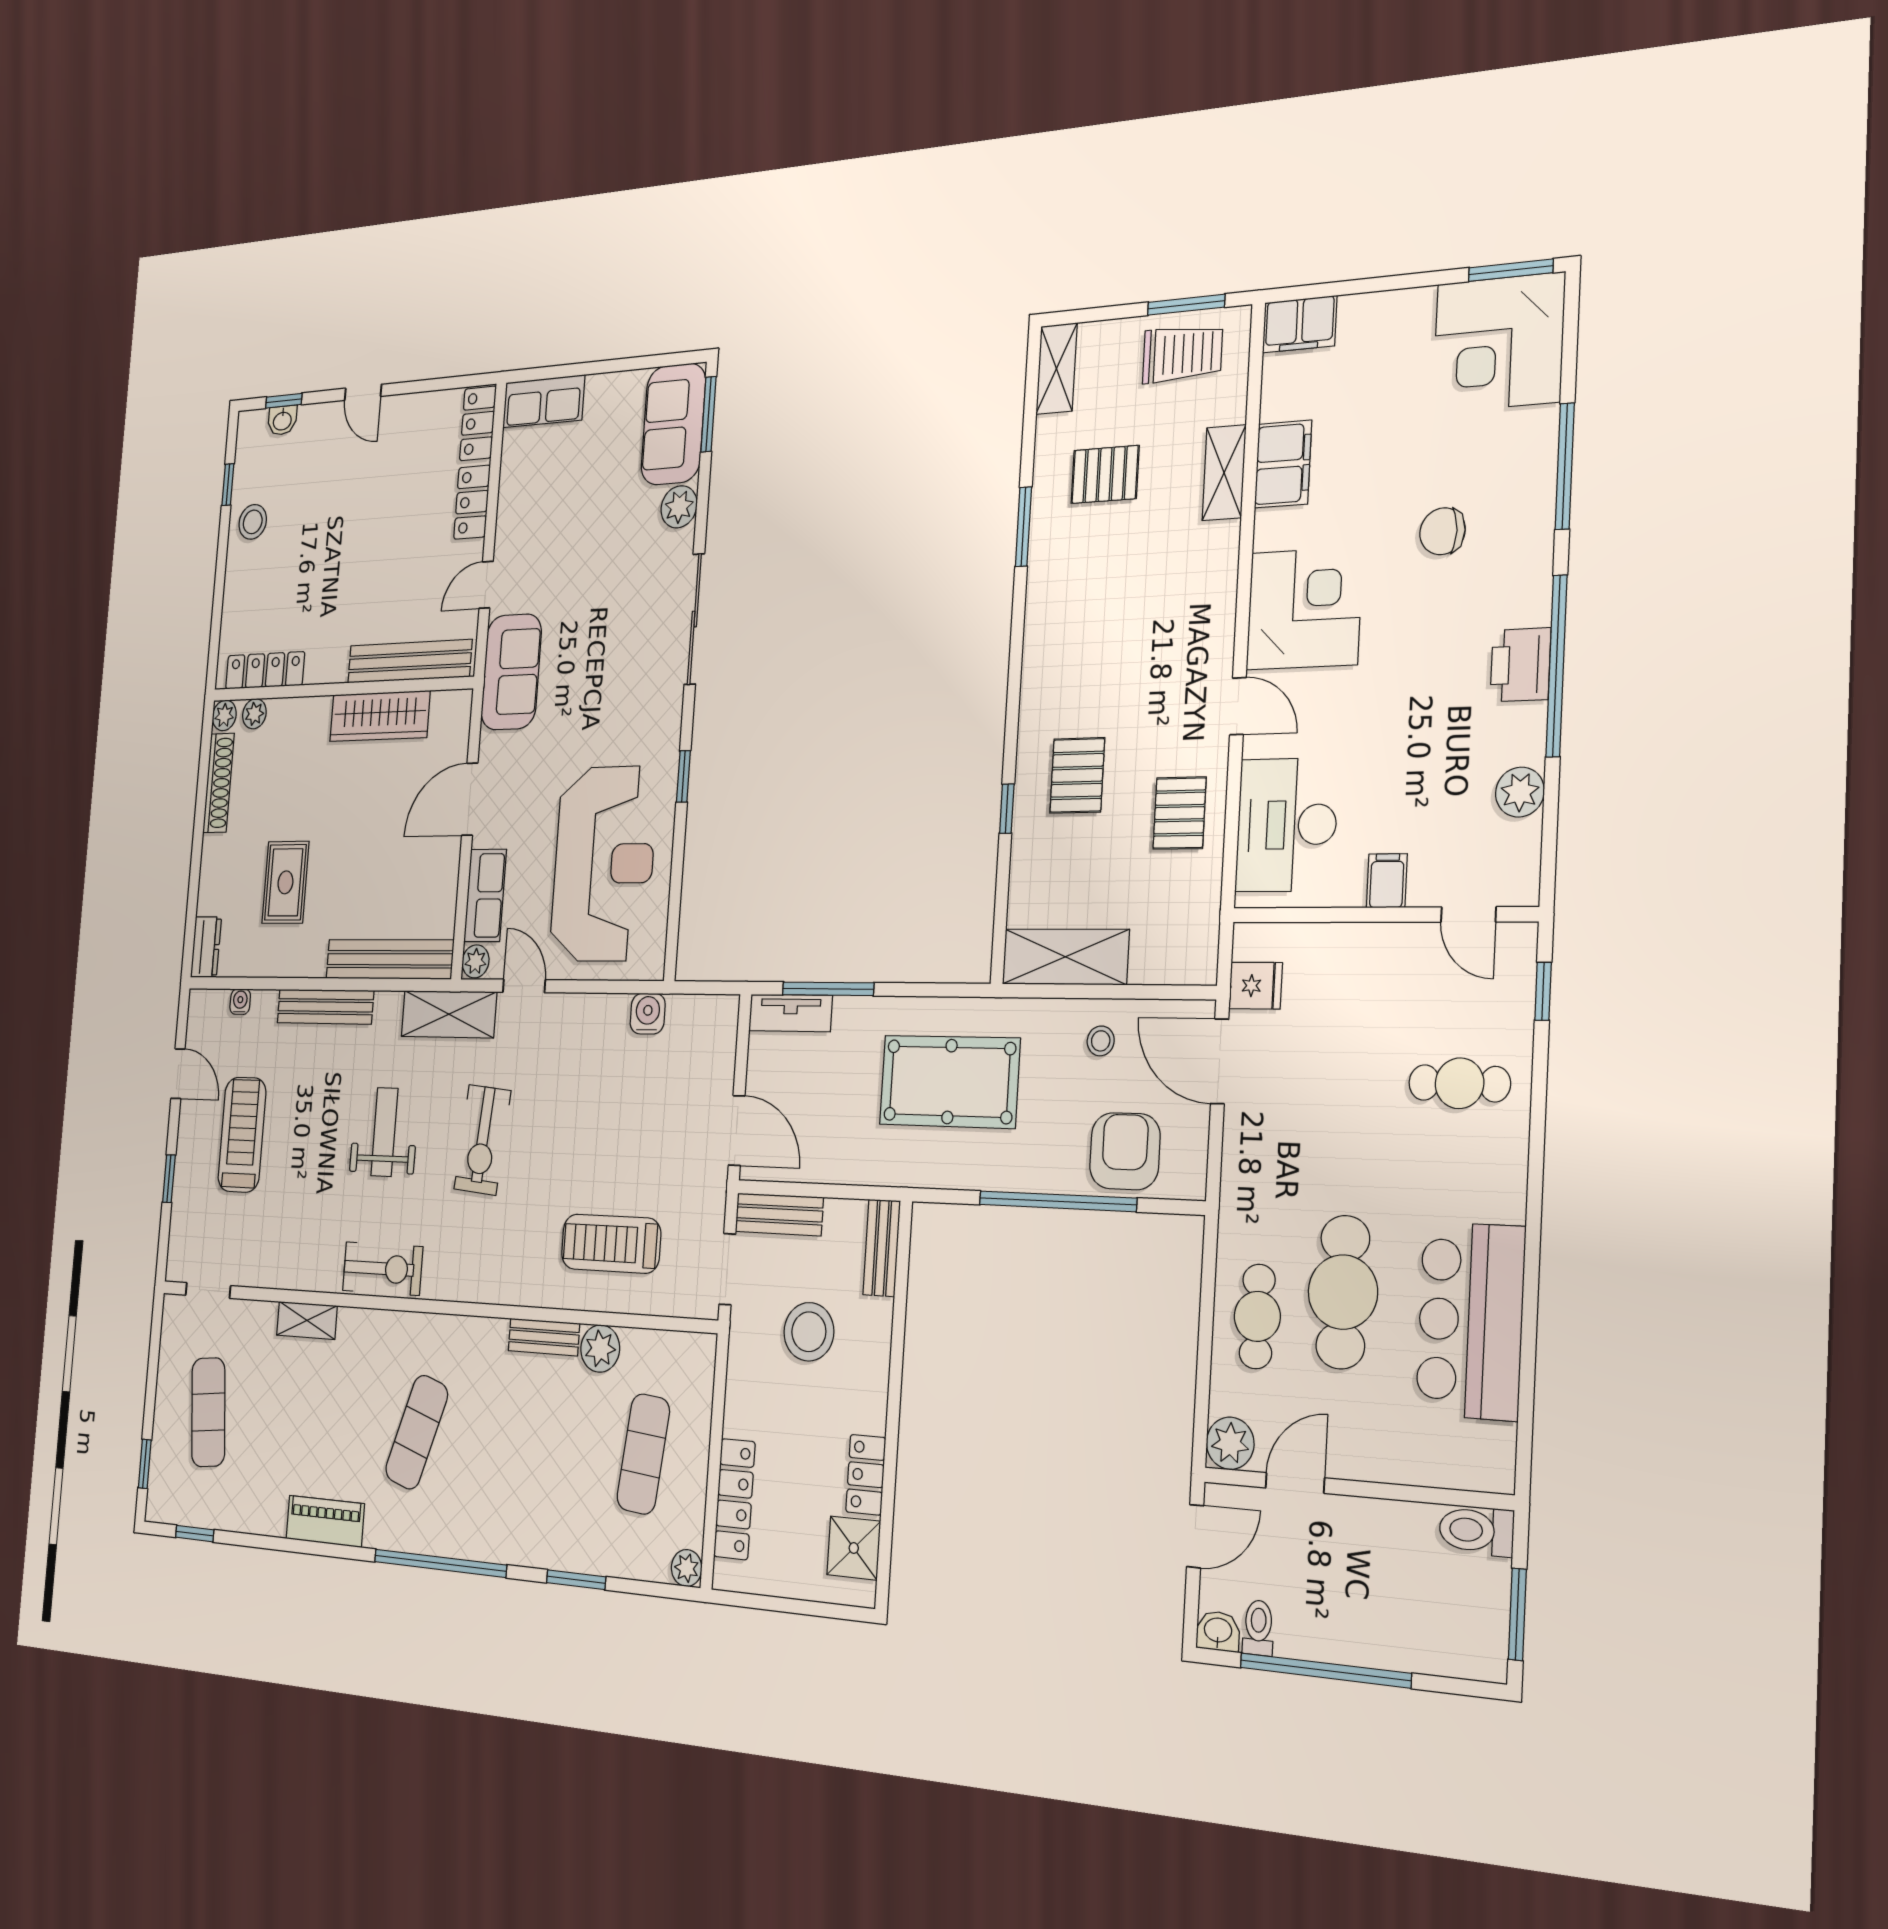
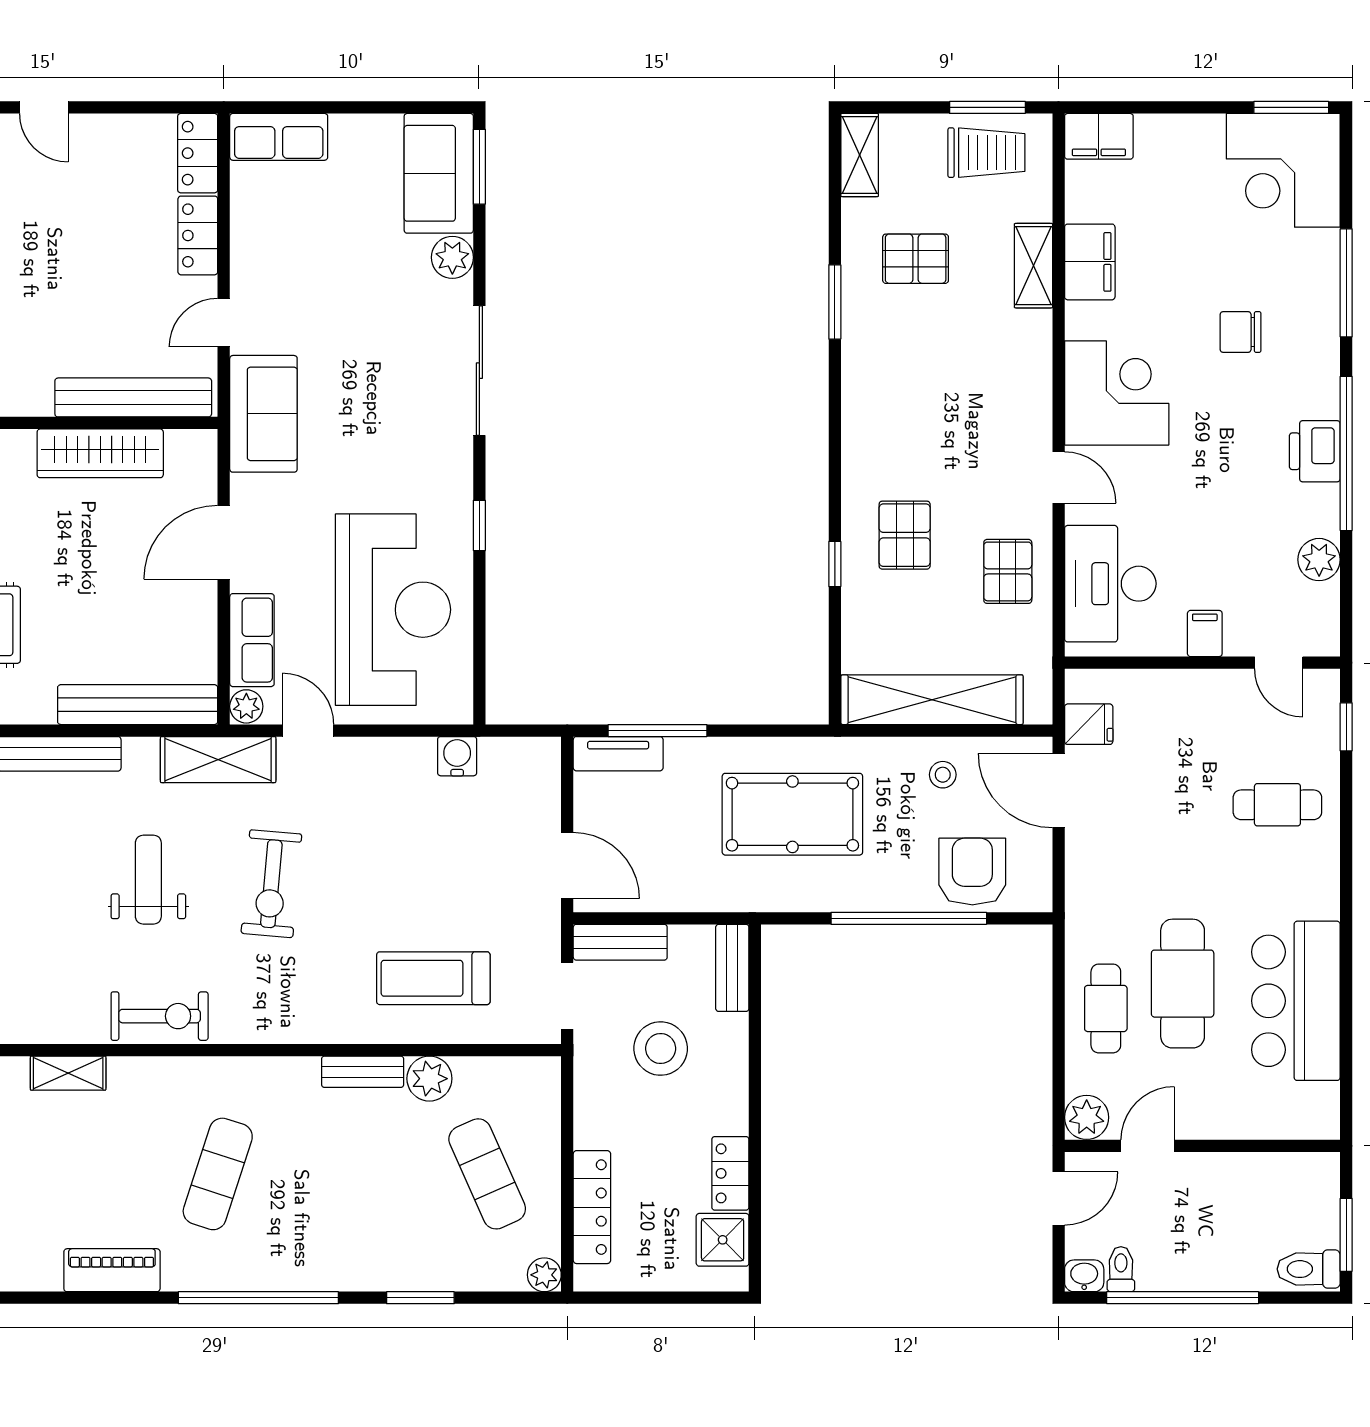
shelving: (1065, 957) -> (932, 700), width x1.47
exercise mat: (643, 1454) -> (487, 1174), turned -30
toilet: (1476, 1531) -> (1309, 1269), moved

